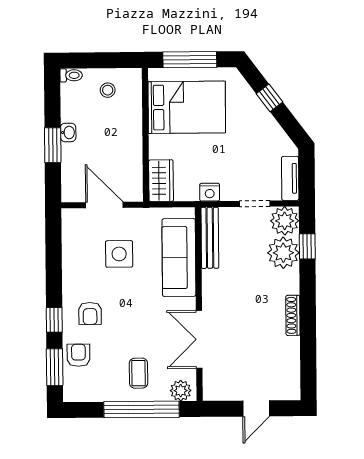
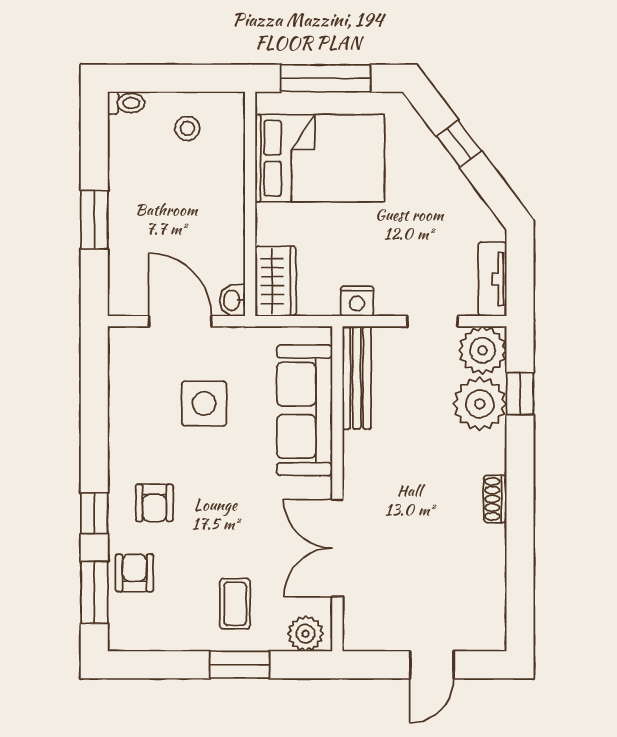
washbasin: (68, 132) -> (232, 300), moved, turned 180
shoe rack: (293, 315) -> (495, 499), width x0.70
window: (142, 409) -> (240, 665), width x0.47

